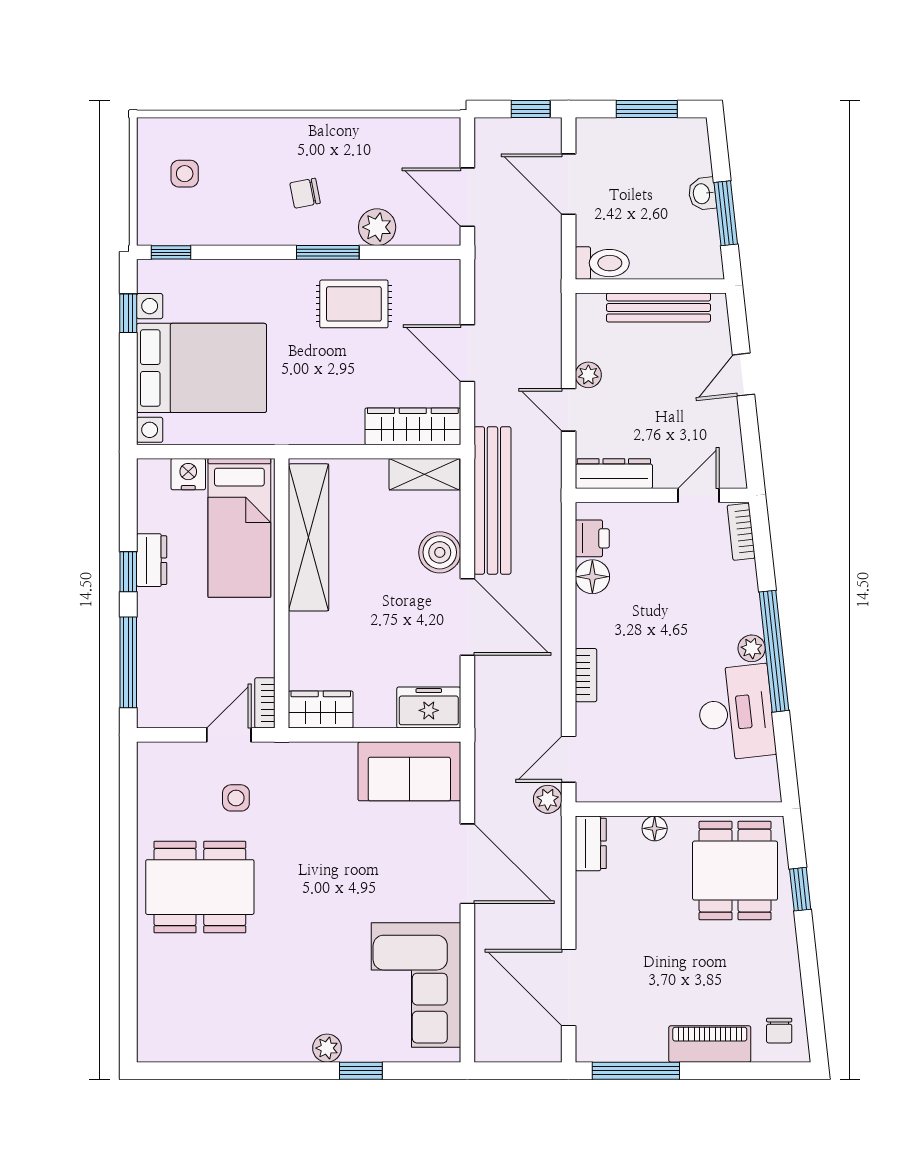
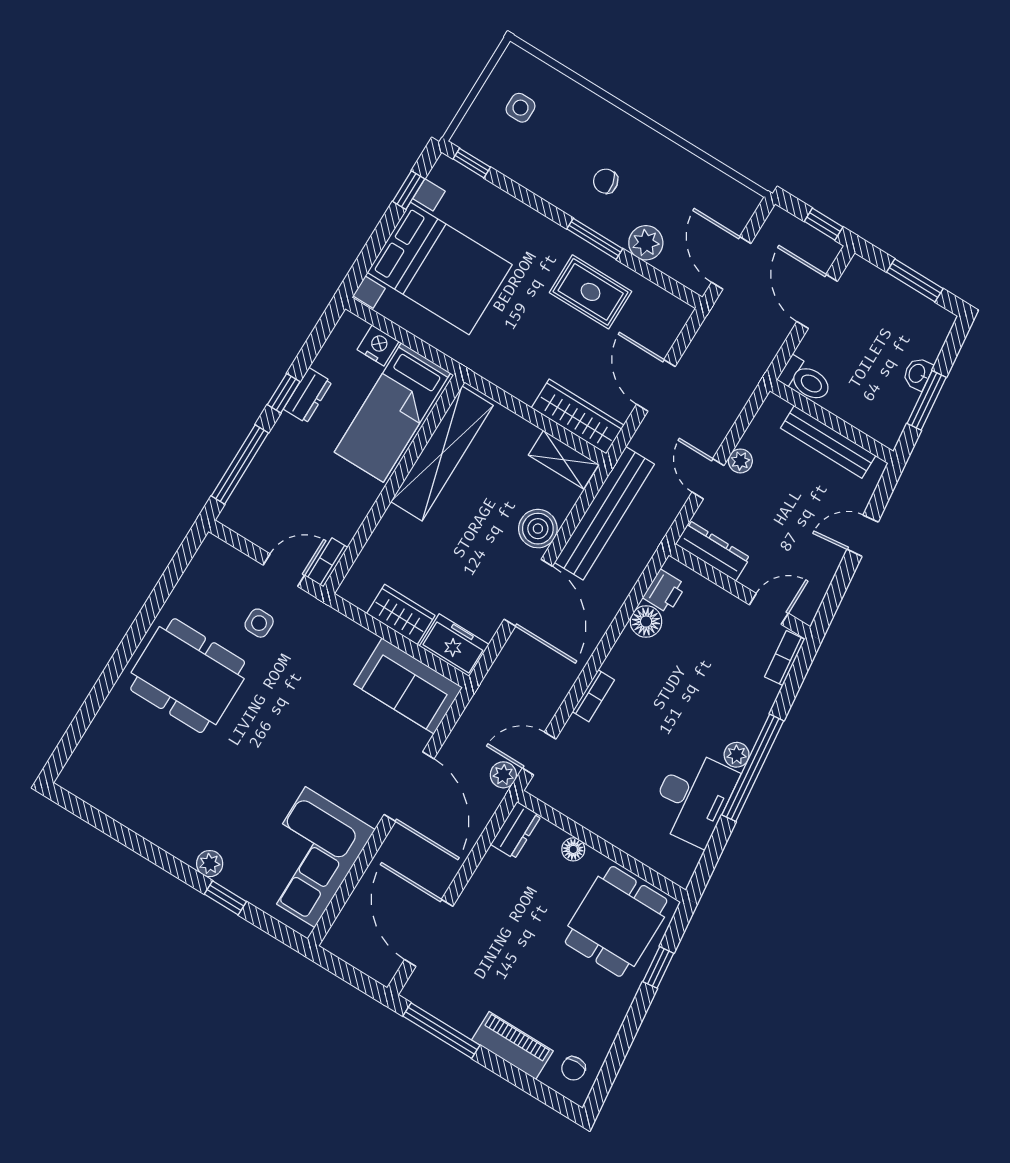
wardrobe: (321, 710) -> (401, 615), moved

